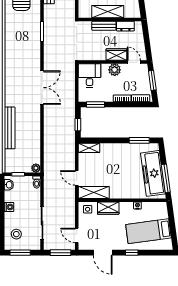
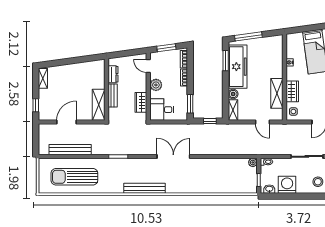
shelving: (108, 12) -> (99, 105), moved
wardrobe: (116, 55) -> (141, 102), moved
door: (134, 62) -> (148, 66), hinge flipped
bench: (10, 128) -> (144, 188), moved
boiler: (105, 148) -> (233, 94), added
freezer: (153, 173) -> (238, 67), moved, turned -82
door: (77, 178) -> (263, 122), hinge flipped
window: (166, 178) -> (248, 36), moved
shelving: (94, 193) -> (277, 93), moved
washing machine: (9, 207) -> (287, 185), width x1.89, depth x1.89

